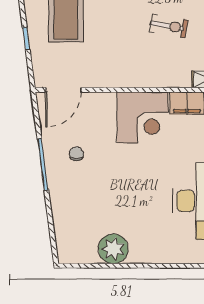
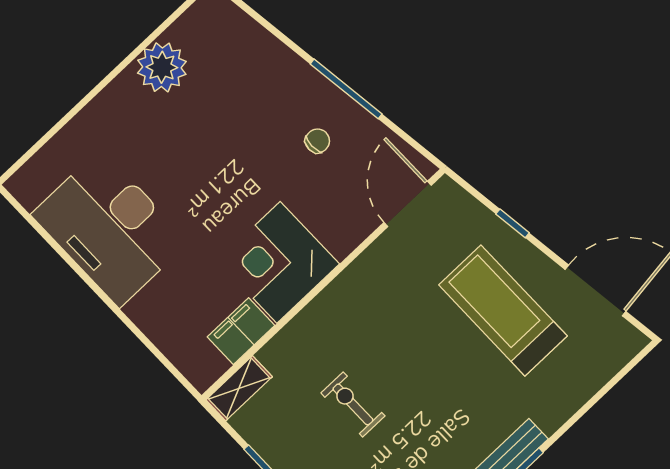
exercise bike: (169, 26) -> (353, 404), turned 80
chair: (76, 154) -> (317, 141), turned -90

